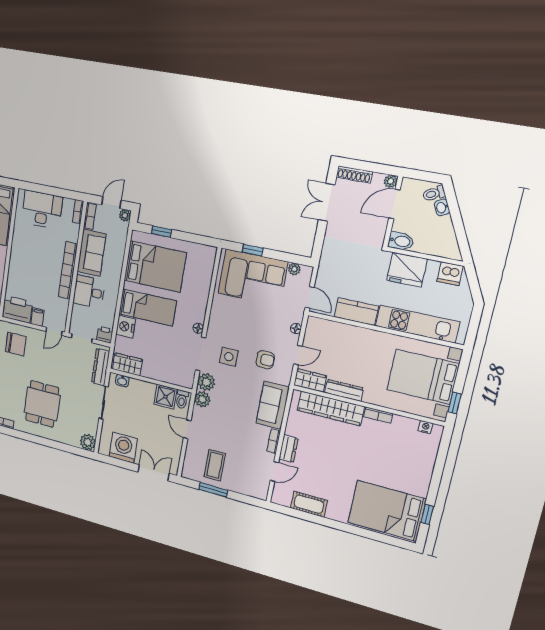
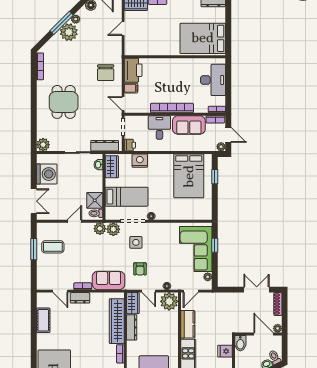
fridge: (407, 270) -> (225, 351), width x0.53, depth x0.75
bed: (147, 307) -> (127, 197), moved, turned -90
plant: (318, 330) -> (169, 301), added
dining table: (42, 404) -> (64, 102), turned 90

